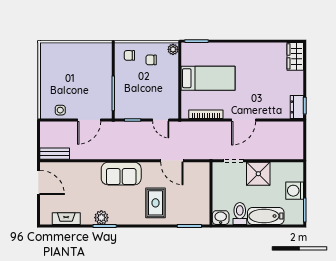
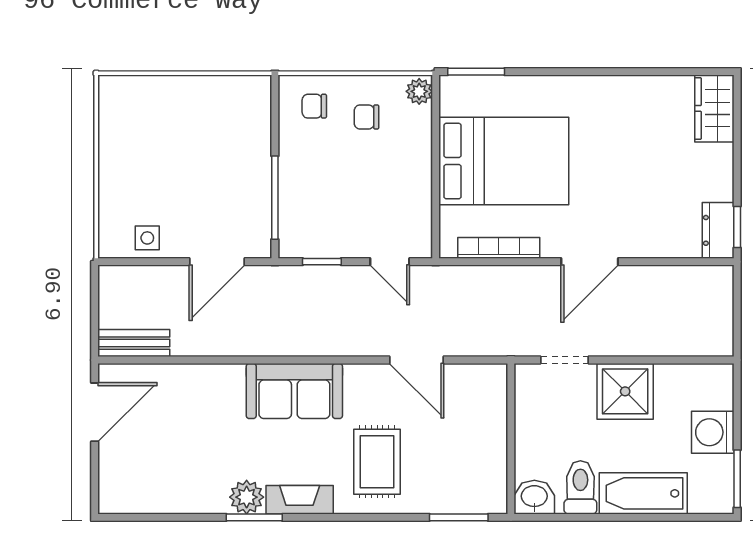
bed: (208, 78) -> (504, 161), width x1.50
door: (38, 182) -> (95, 412), hinge flipped
fireplace: (66, 219) -> (300, 500), moved

